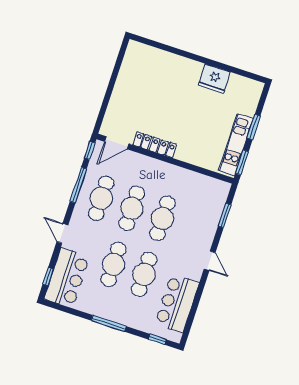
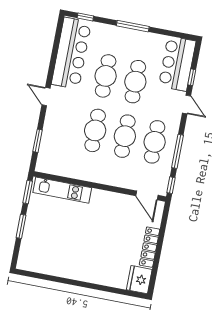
fridge: (214, 79) -> (139, 280), moved, turned -90
door: (117, 143) -> (147, 195), swing flipped
locker: (155, 145) -> (150, 247), moved, turned 90
kitchen unit: (236, 145) -> (62, 190), moved, turned 90
window: (48, 277) -> (192, 77), moved
bar counter: (177, 303) -> (71, 53), width x1.36

